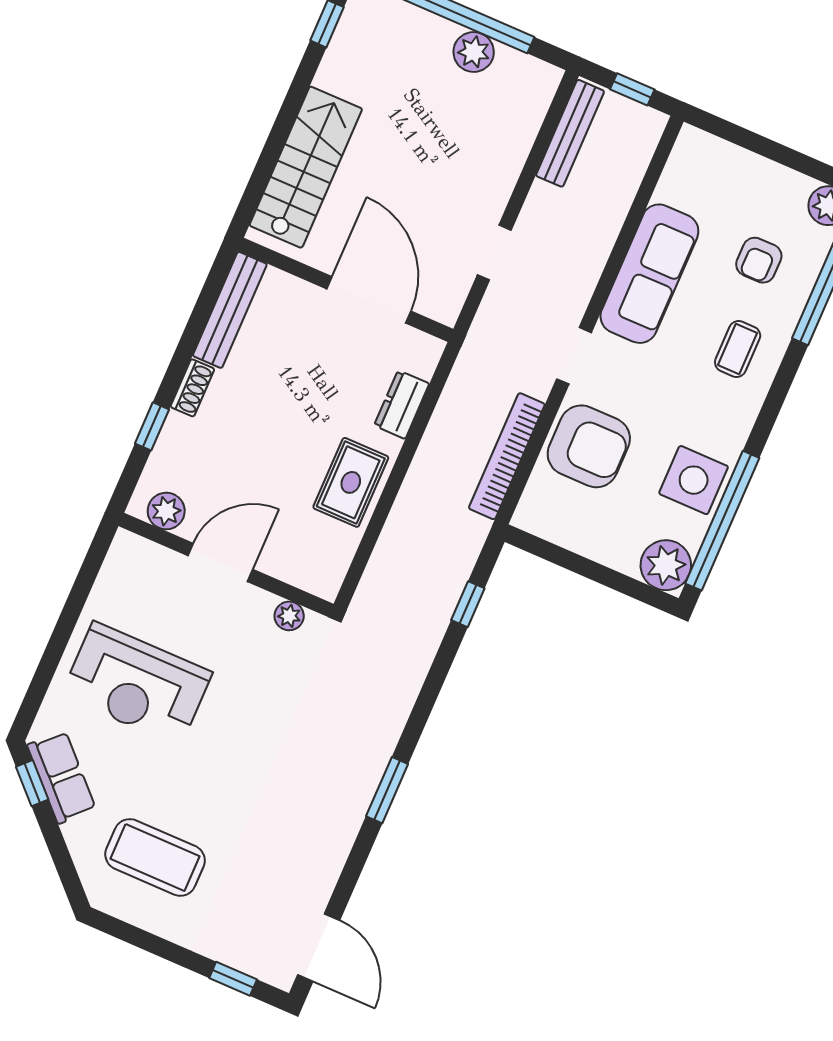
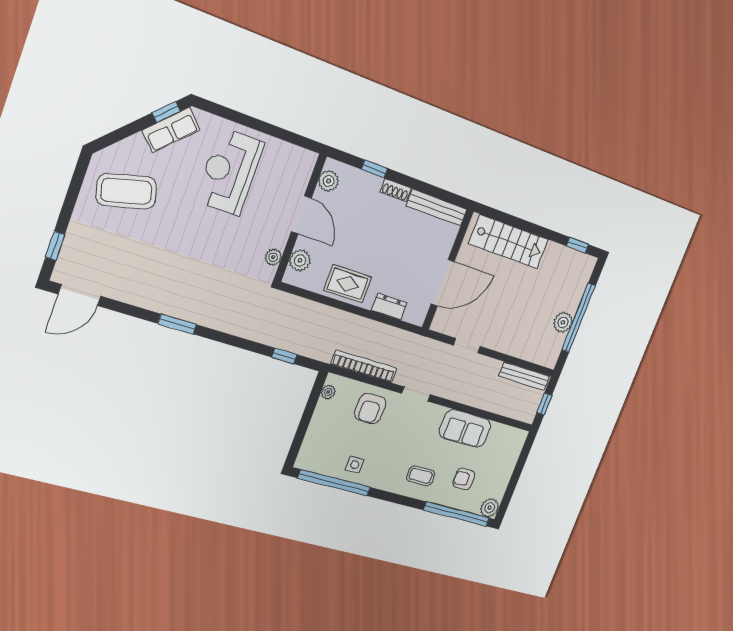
sofa: (649, 274) -> (465, 428), width x0.73
armchair: (589, 446) -> (370, 408), width x0.73, depth x0.73
side table: (694, 480) -> (355, 465), width x0.54, depth x0.54
plant: (666, 565) -> (328, 392), moved, width x0.53, depth x0.53
plant: (300, 568) -> (300, 260), added
coffee table: (155, 857) -> (126, 191), turned 76

